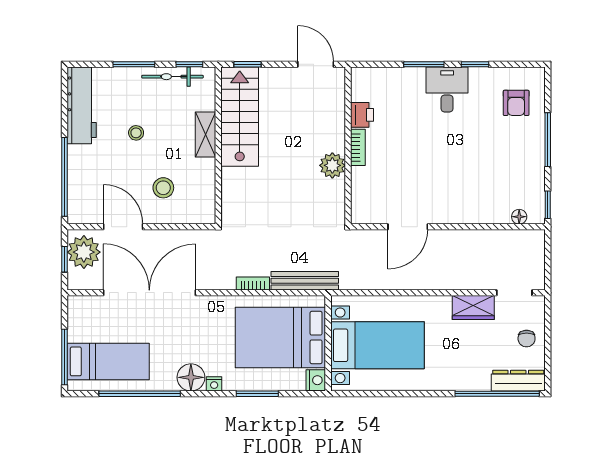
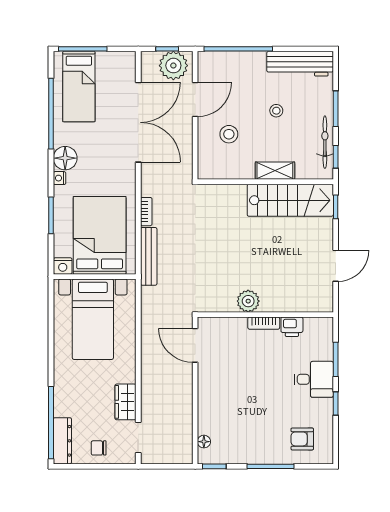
printer: (362, 115) -> (292, 327), moved
wall: (348, 146) -> (265, 315), moved
bookcase: (358, 147) -> (264, 323), moved
plant: (332, 165) -> (248, 301), moved

